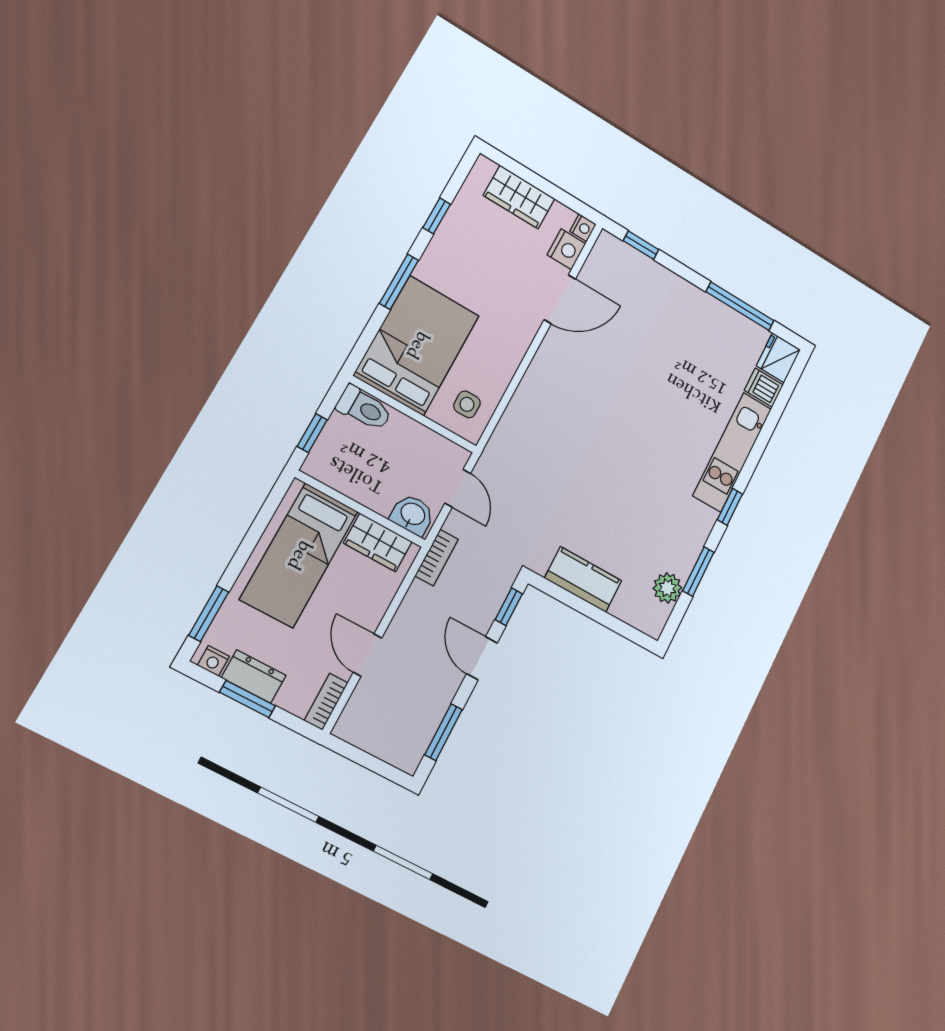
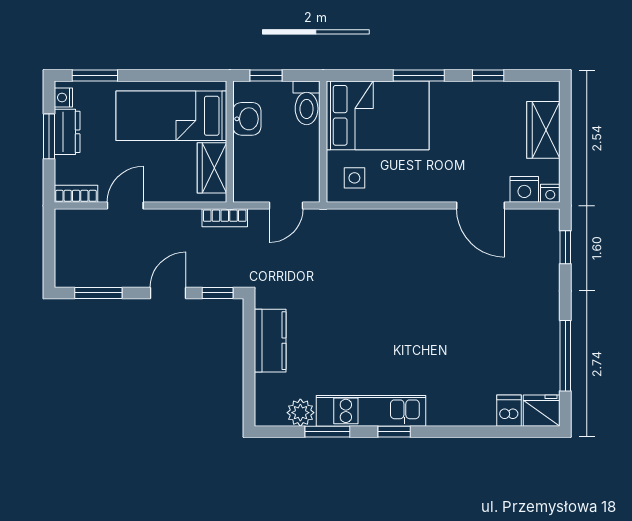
kitchen unit: (732, 452) -> (371, 411), moved
washbasin: (412, 515) -> (247, 119), moved

